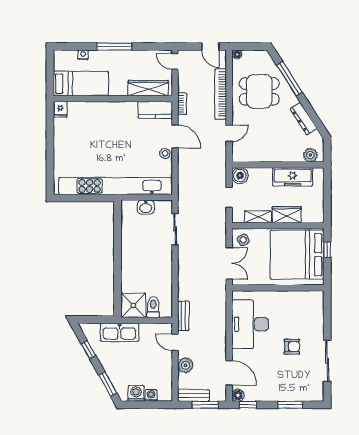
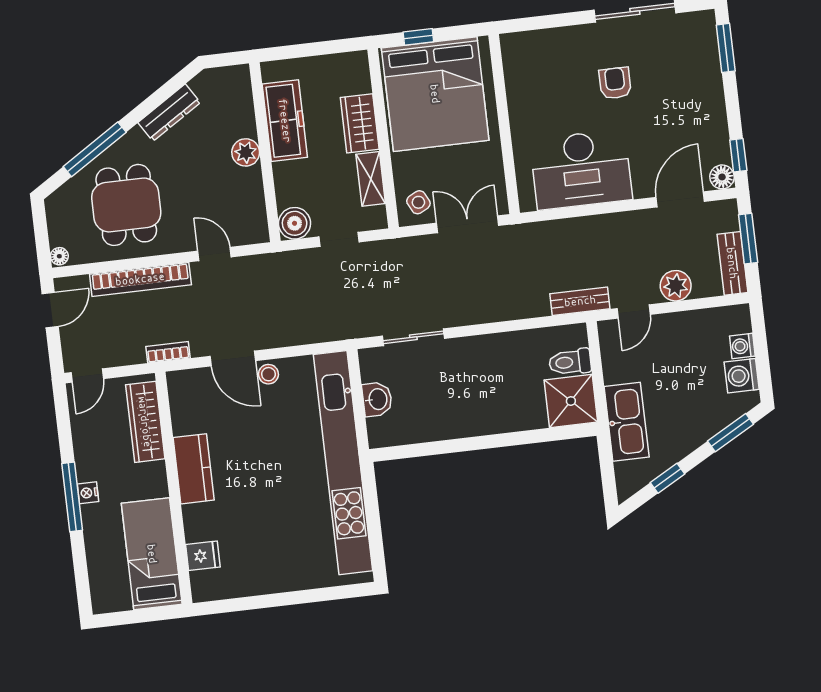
nightstand: (83, 55) -> (88, 493), moved
fridge: (60, 109) -> (203, 556), moved
kitchen counter: (155, 110) -> (194, 469), moved
door: (175, 136) -> (233, 358), swing flipped
plant: (310, 155) -> (246, 152), moved
window: (290, 405) -> (726, 48), moved

